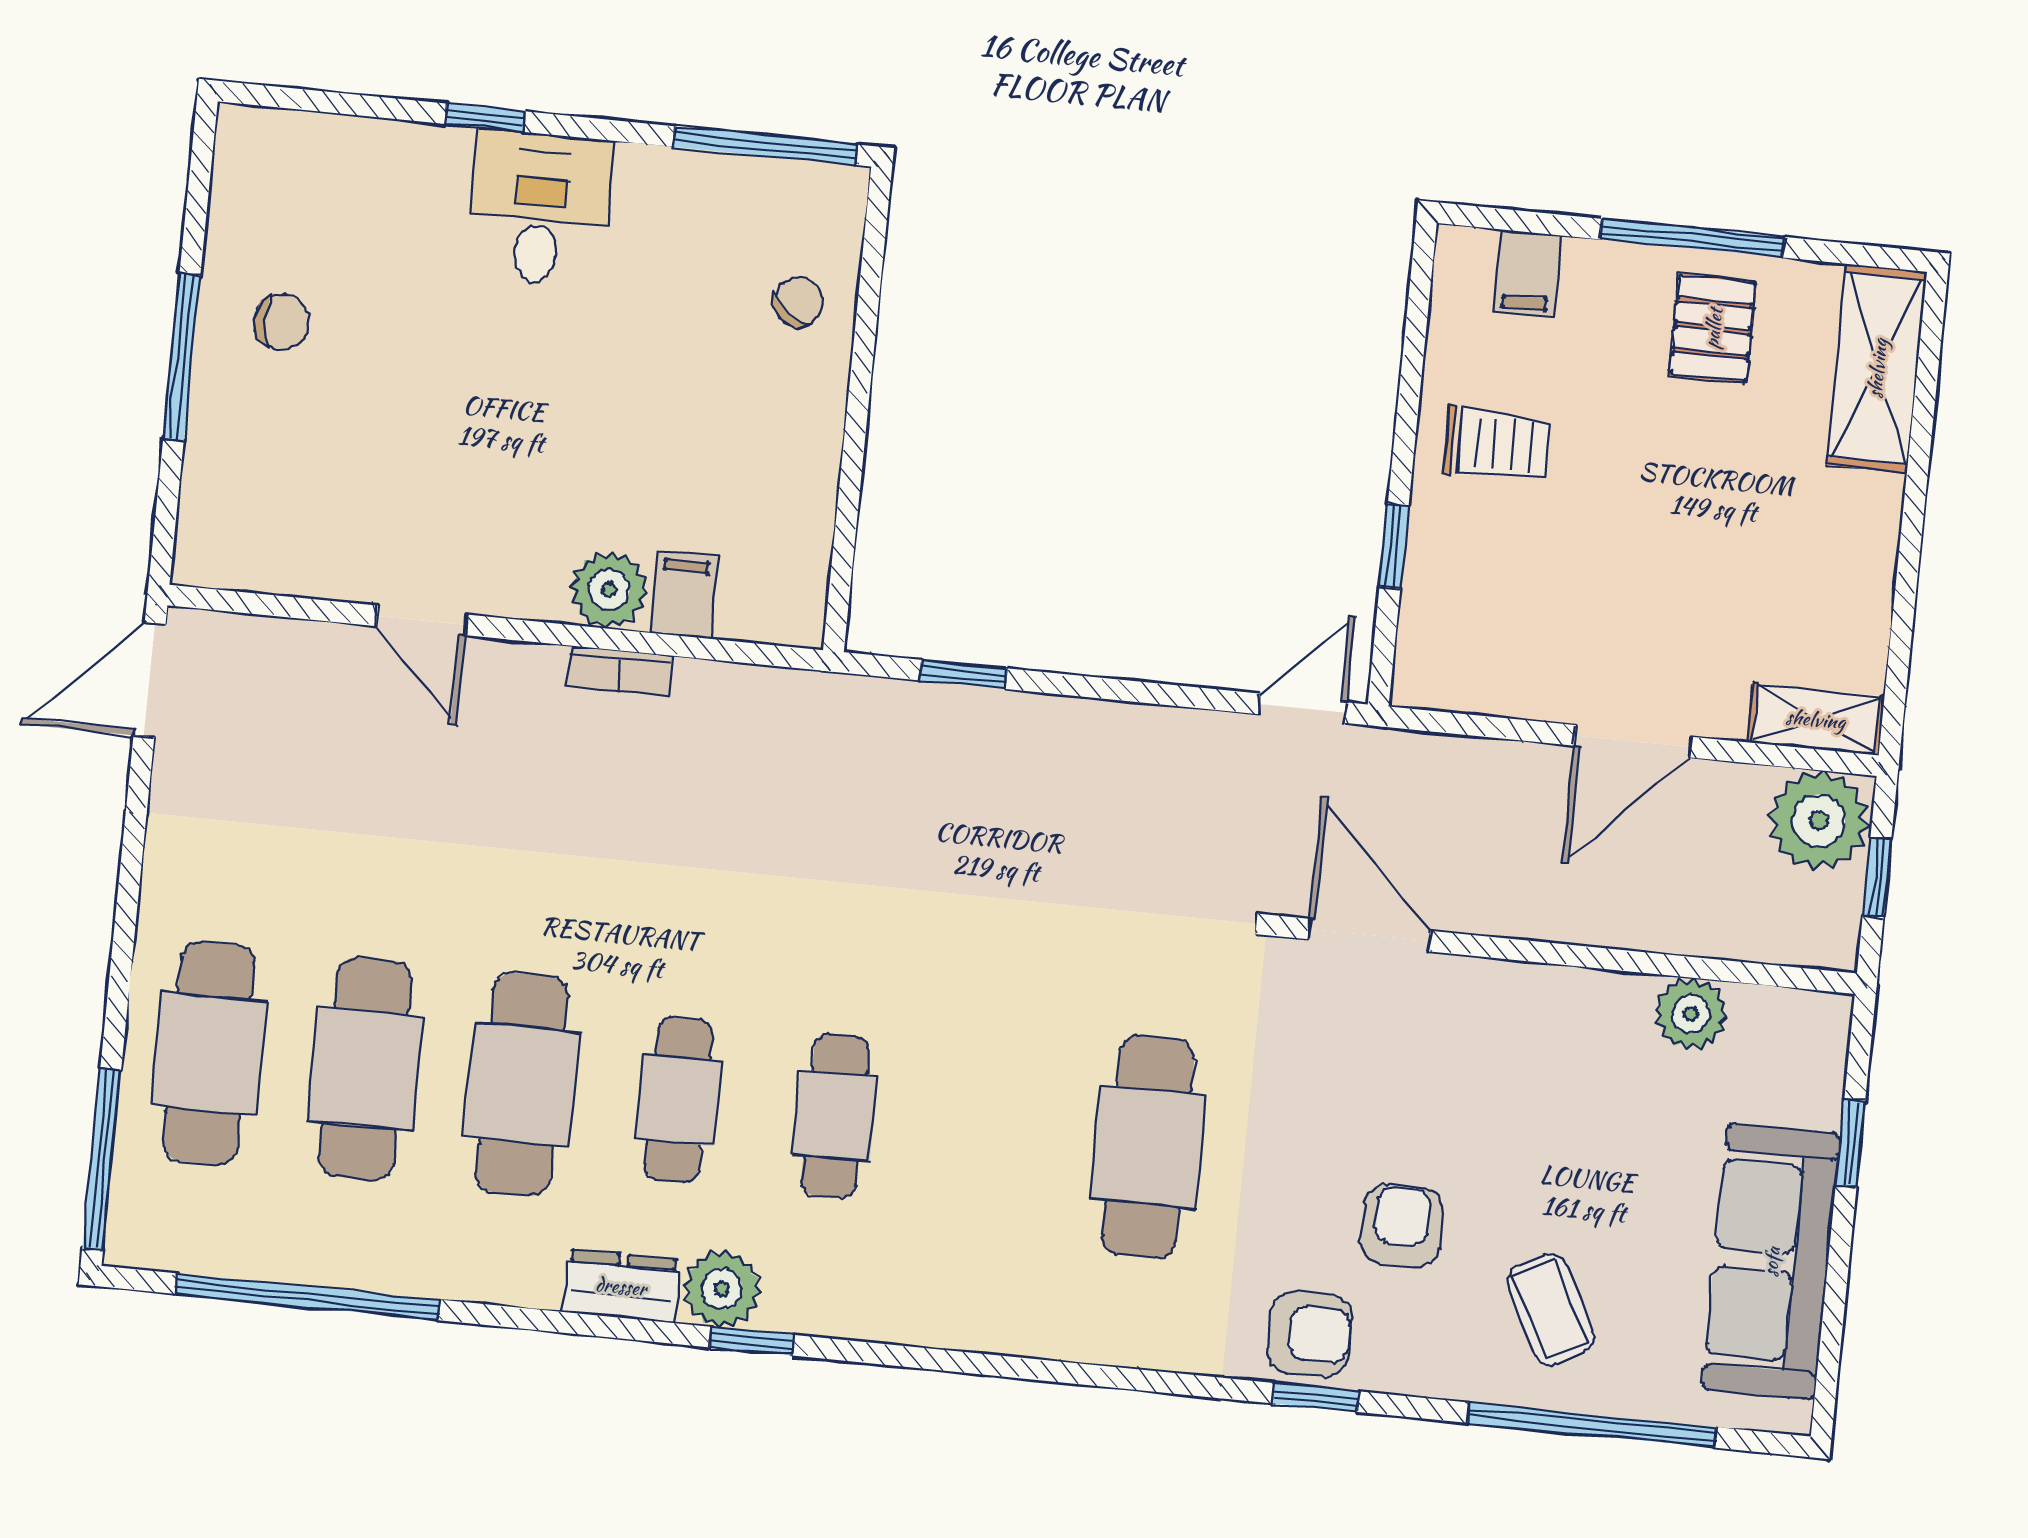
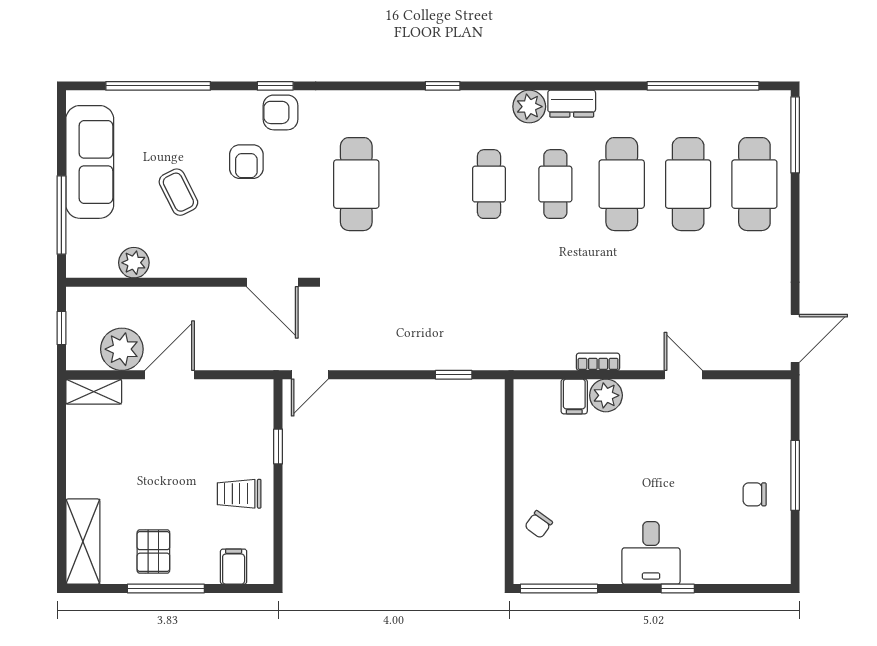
plant: (1819, 821) -> (122, 349), moved
window: (1850, 1143) -> (61, 215), width x2.17
coffee table: (1550, 1310) -> (178, 192), moved
window: (751, 1341) -> (443, 86), moved

